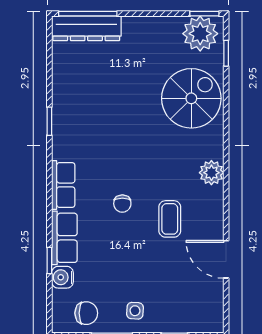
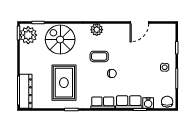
rug: (104, 106) -> (64, 83), added
coffee table: (170, 219) -> (99, 56), moved
chair: (86, 313) -> (167, 102), moved

